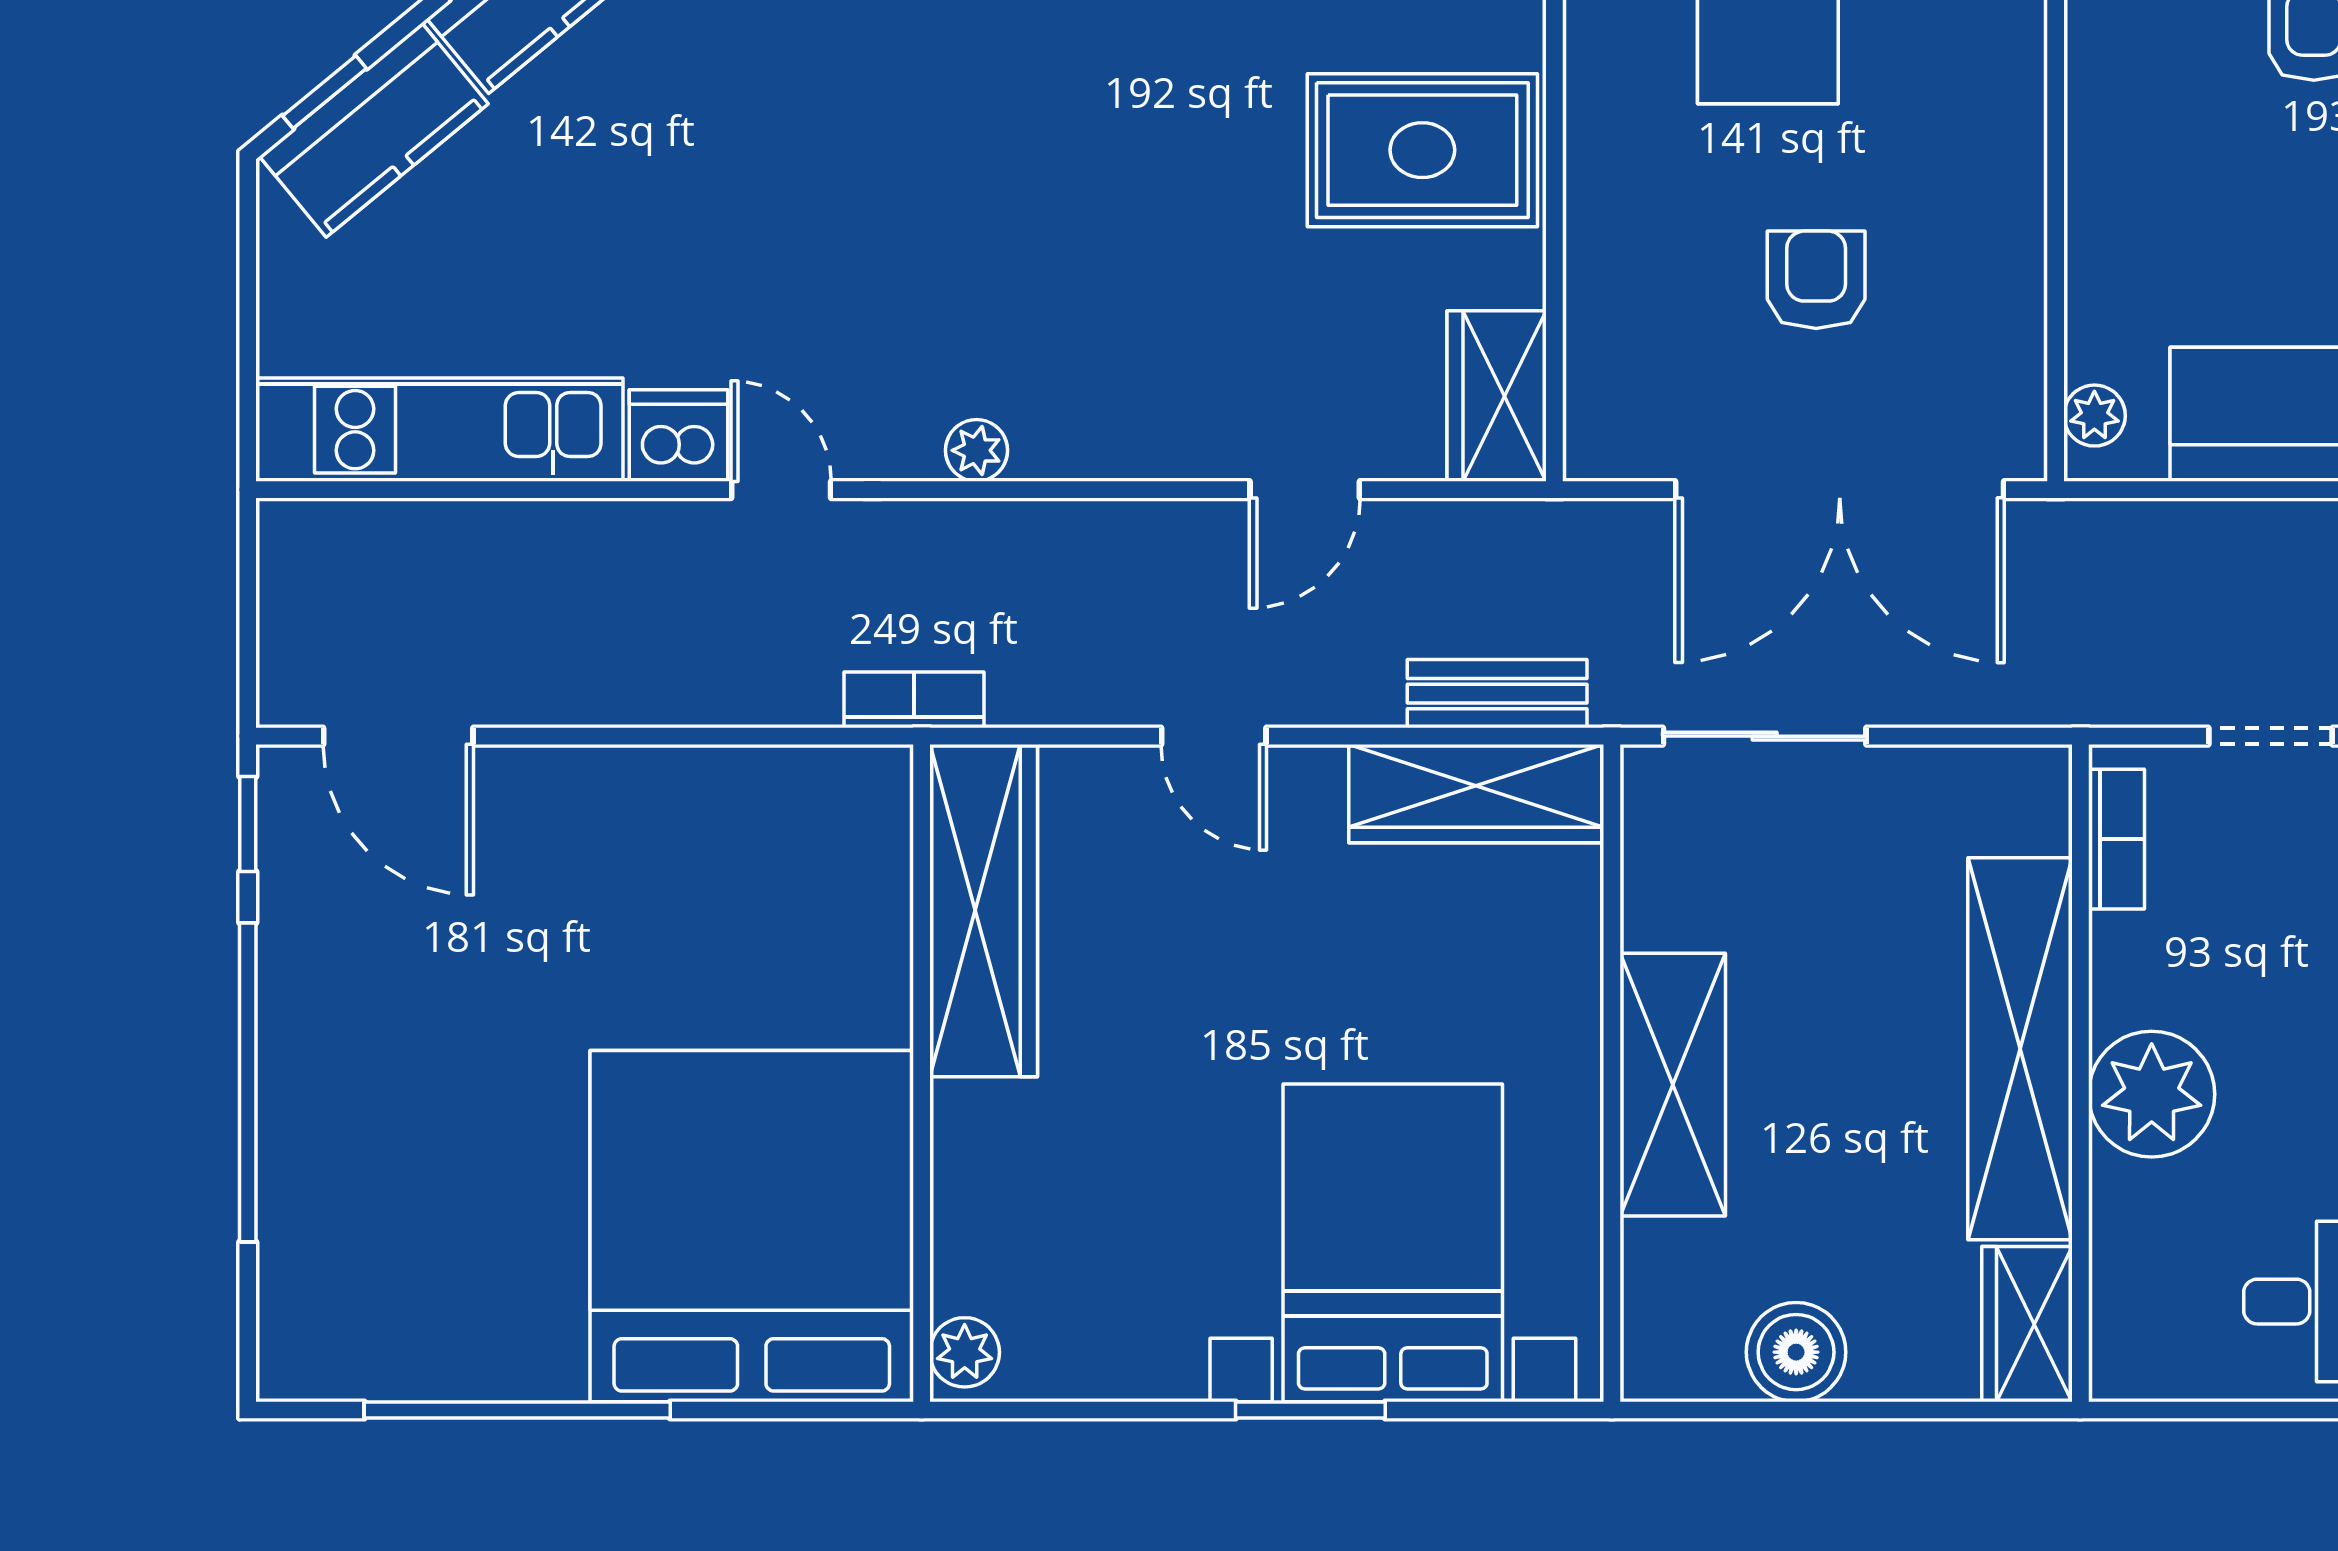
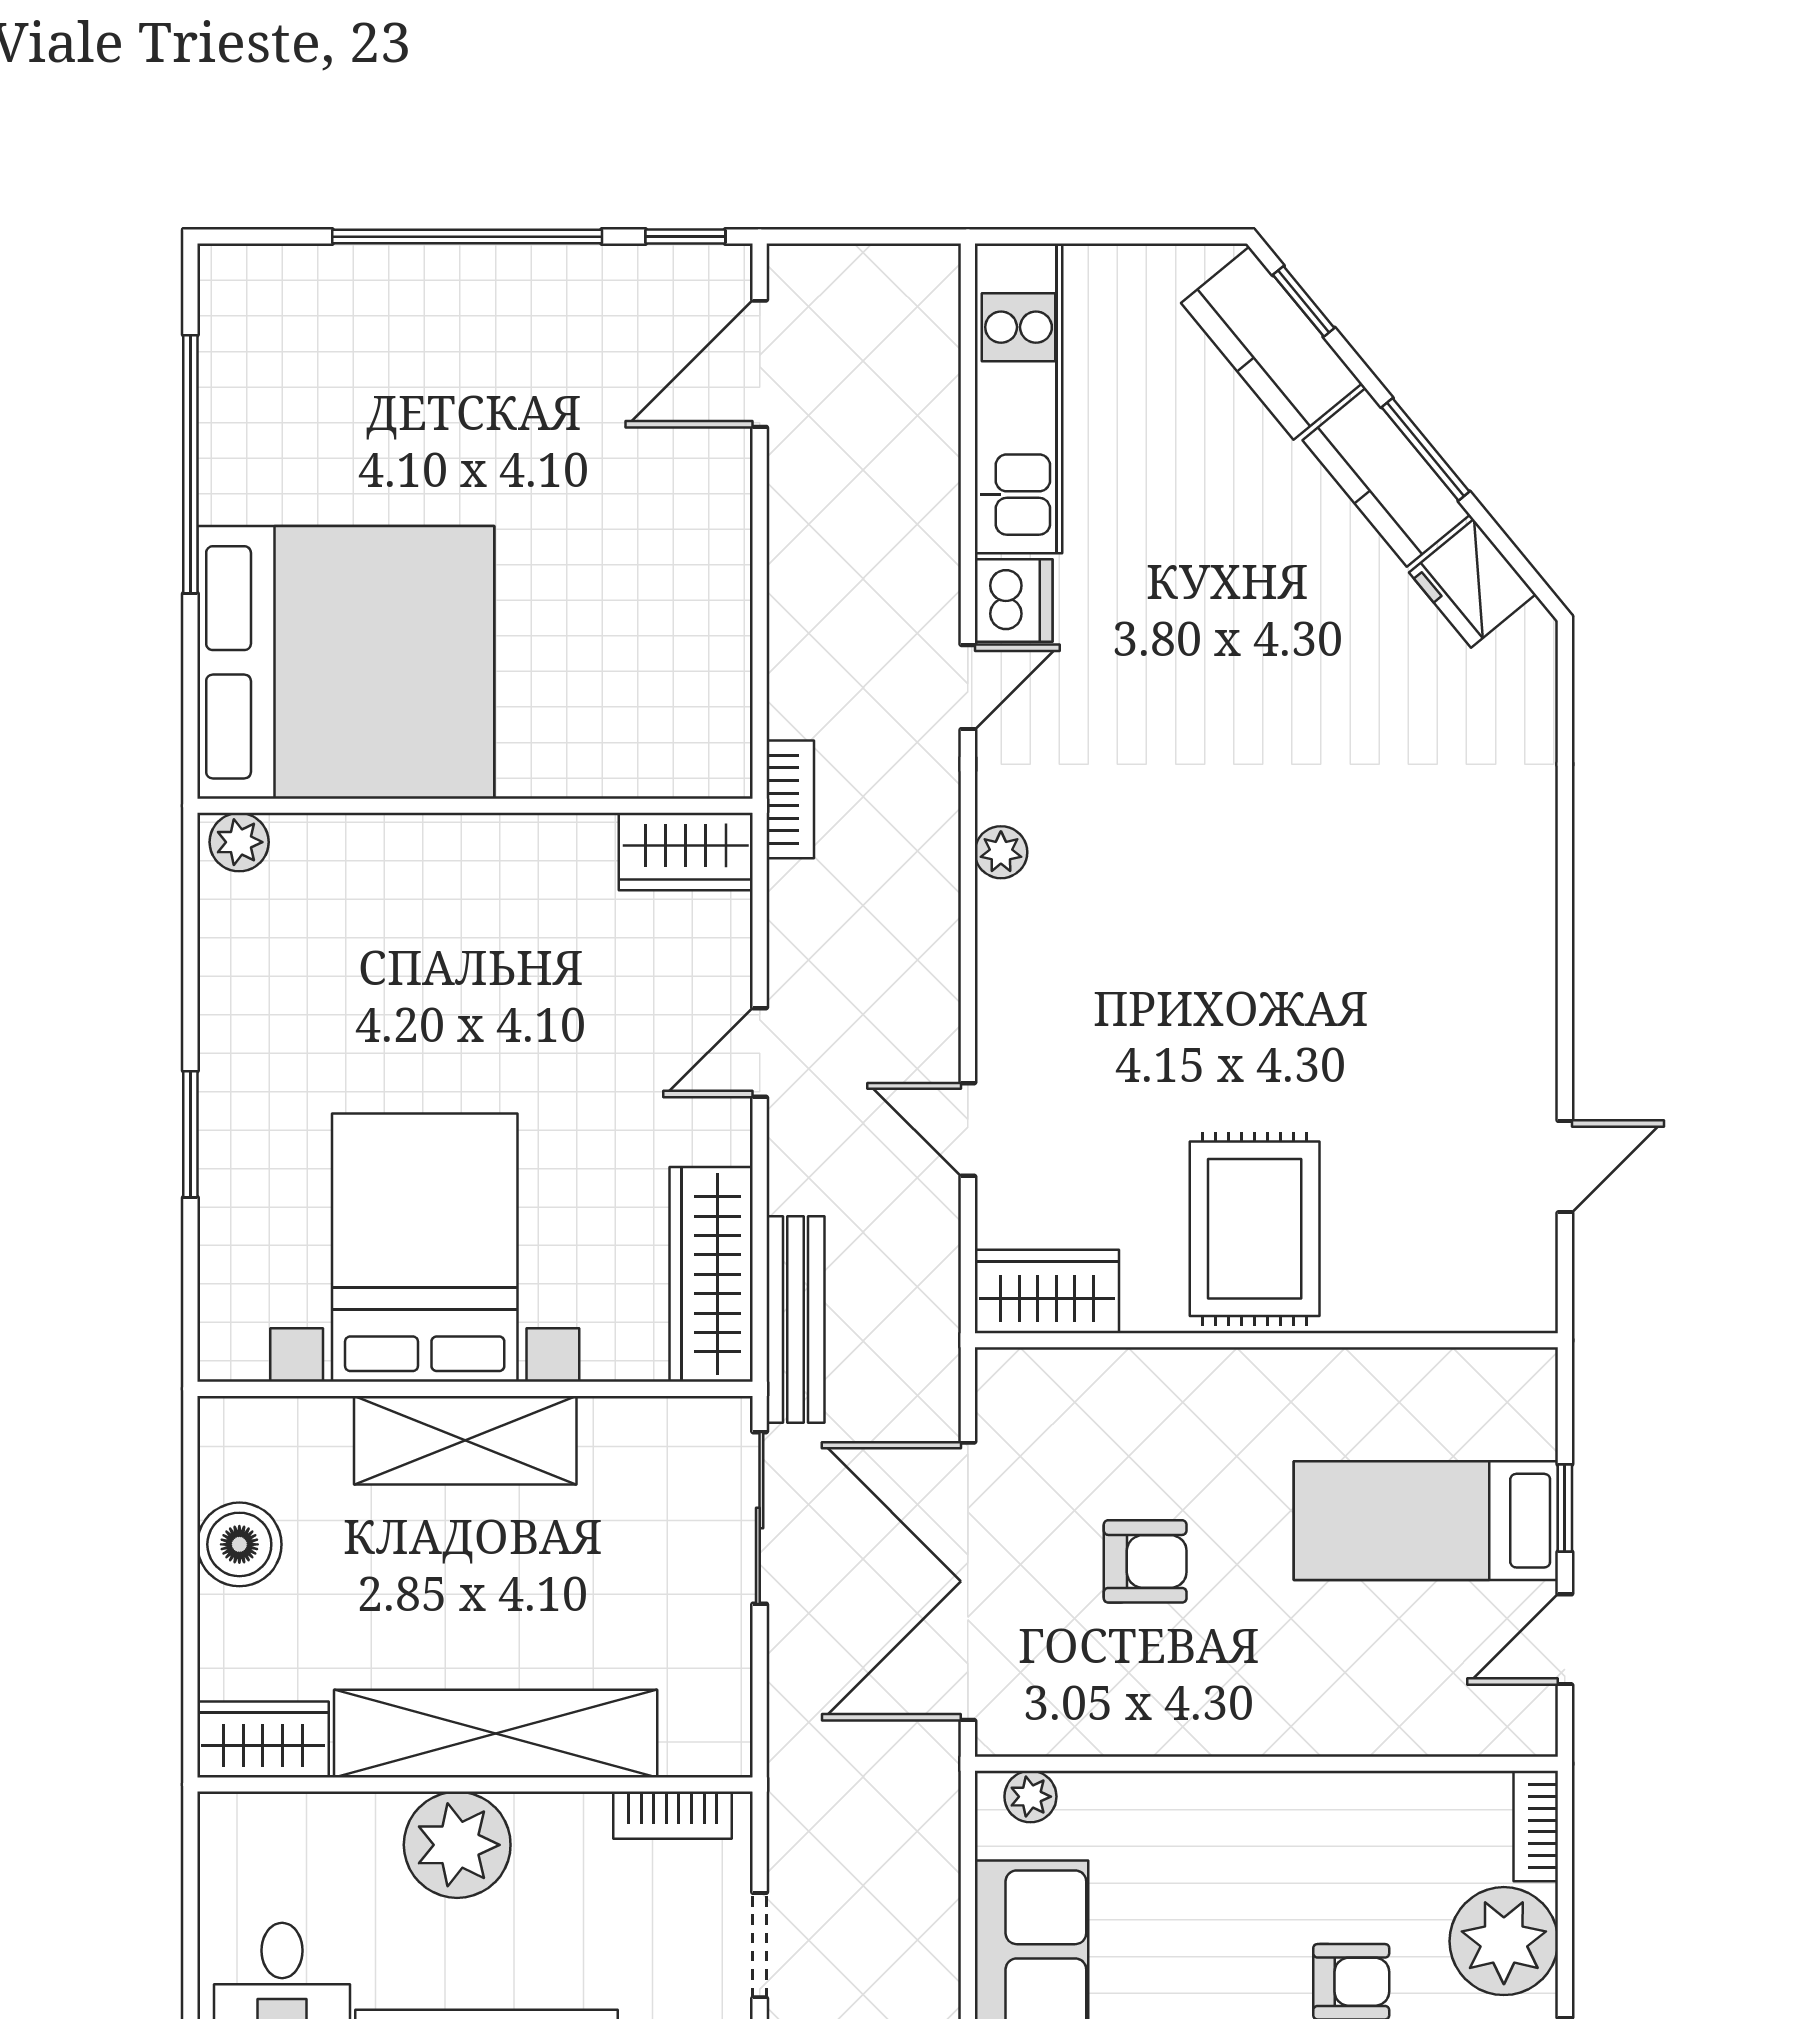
bench: (1497, 694) -> (796, 1319), width x1.36
wardrobe: (984, 911) -> (686, 851), width x0.48, depth x0.85
bed with nightstands: (1393, 1243) -> (425, 1248), moved, turned -90

